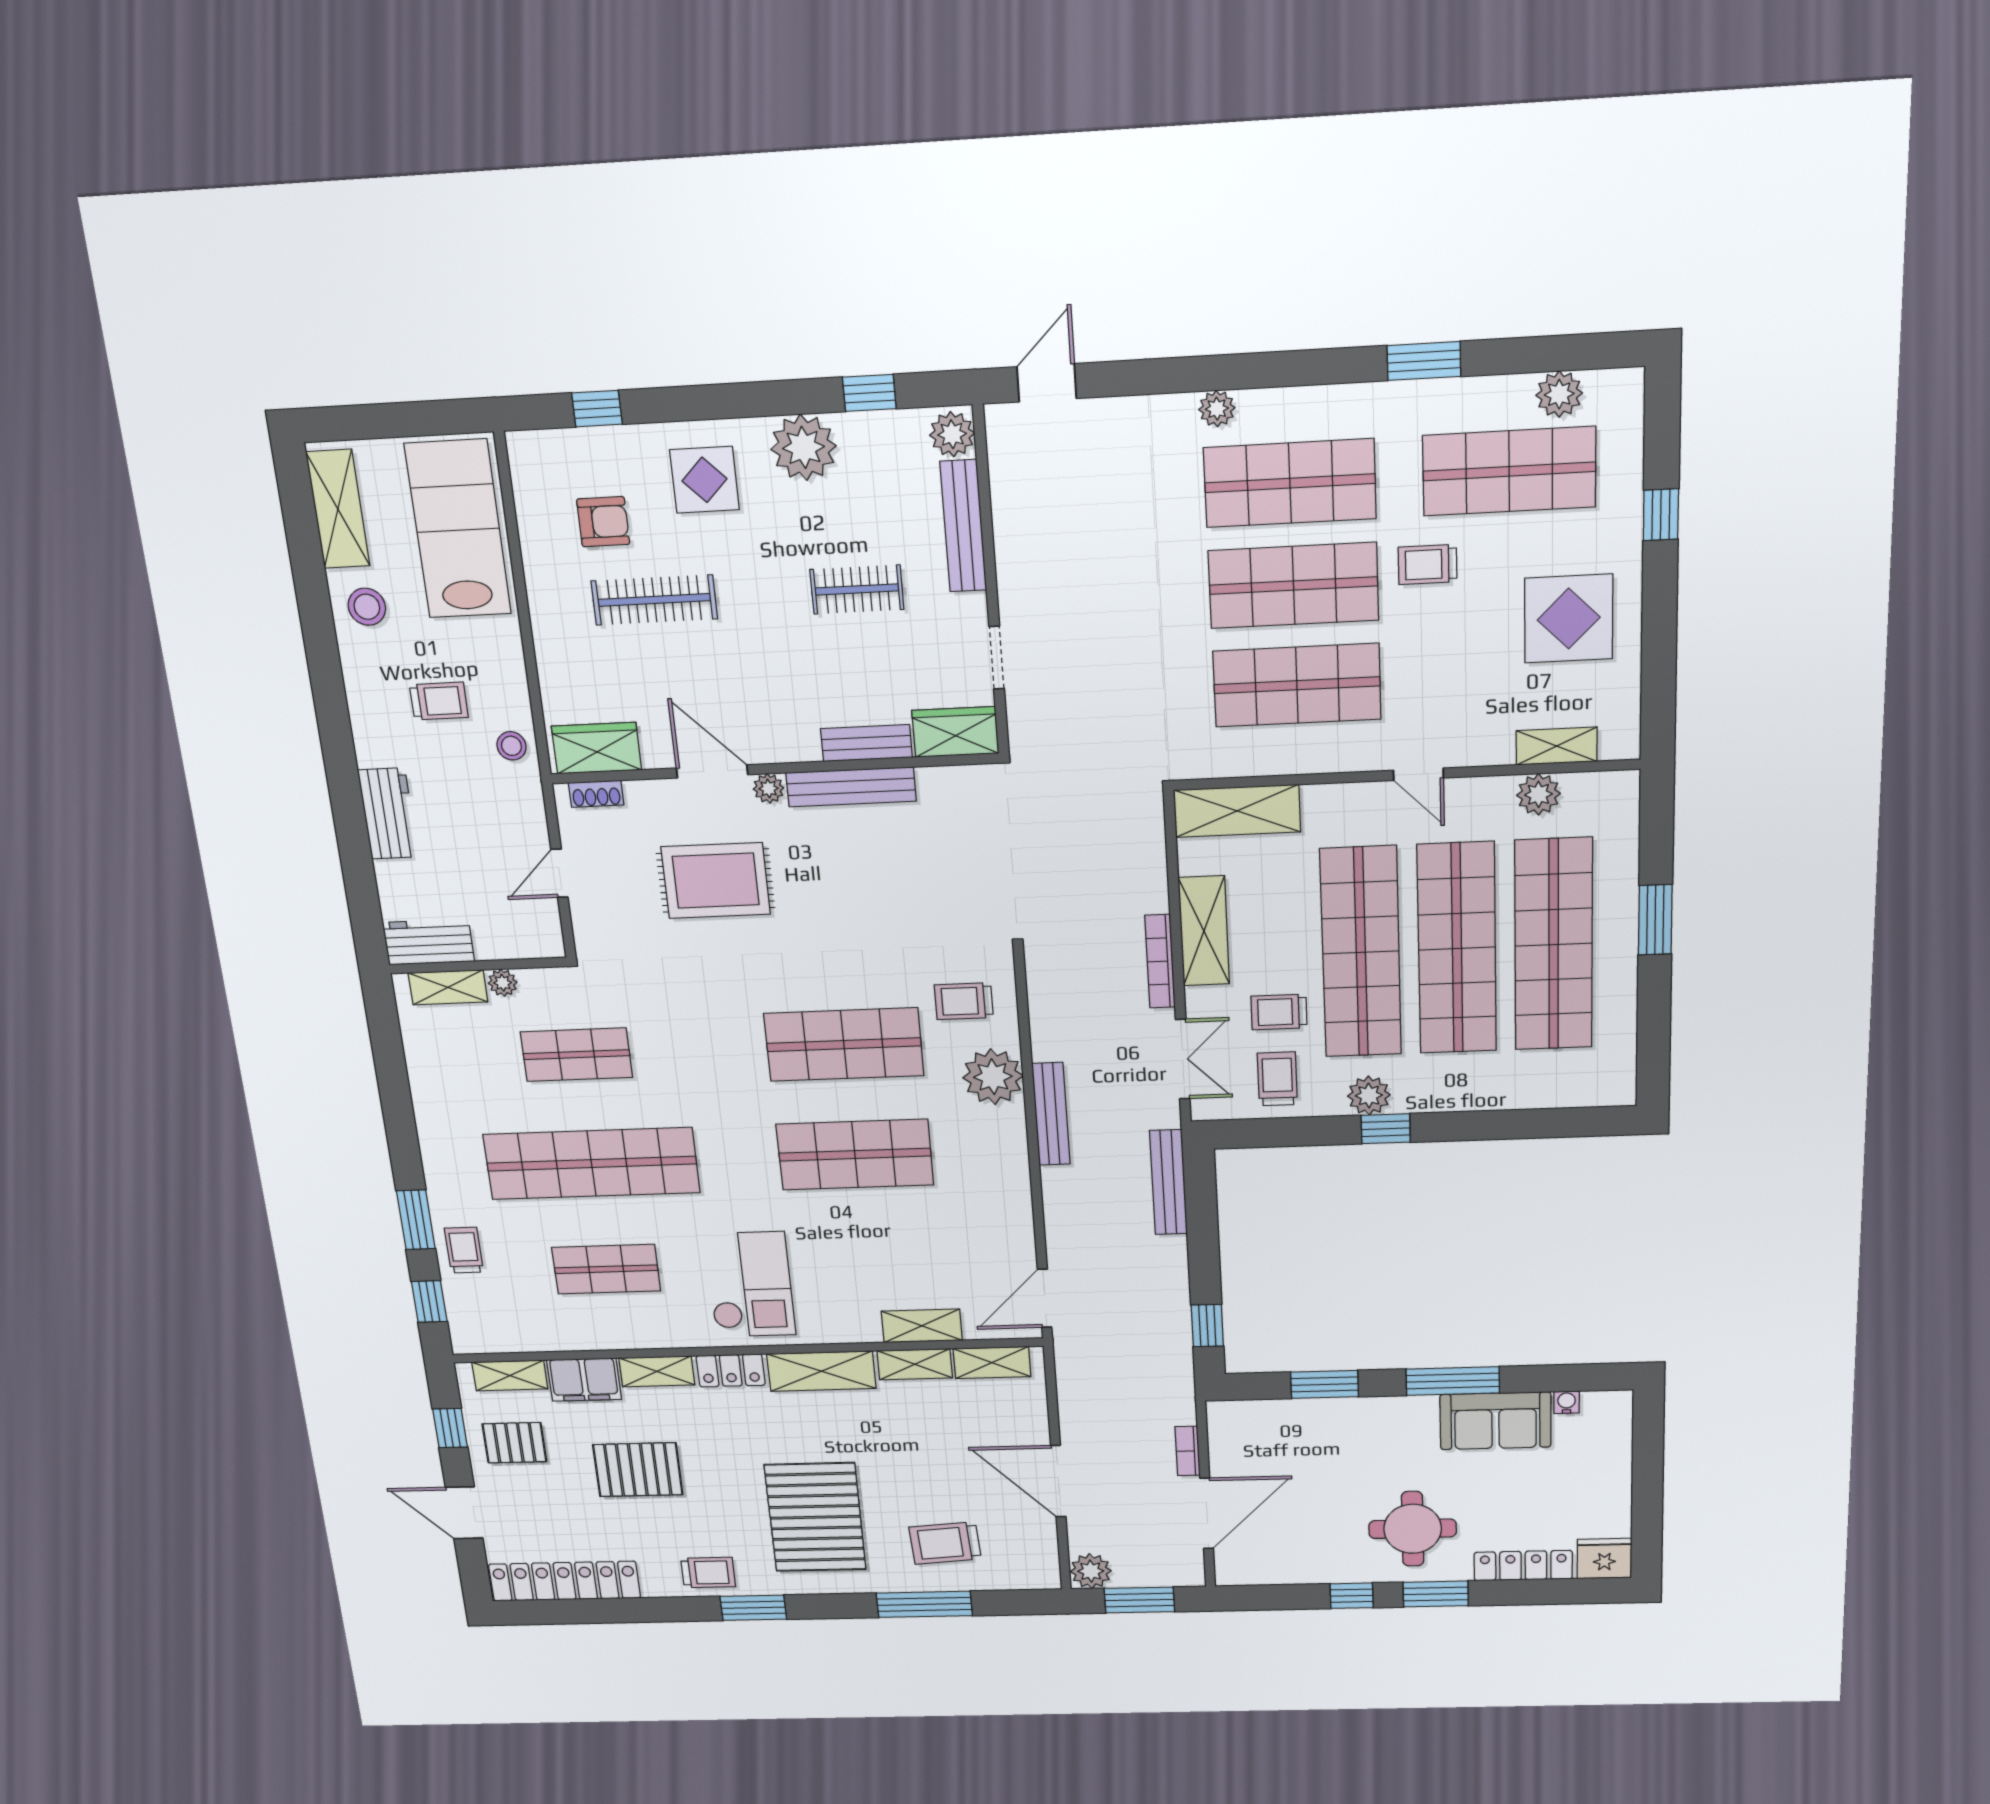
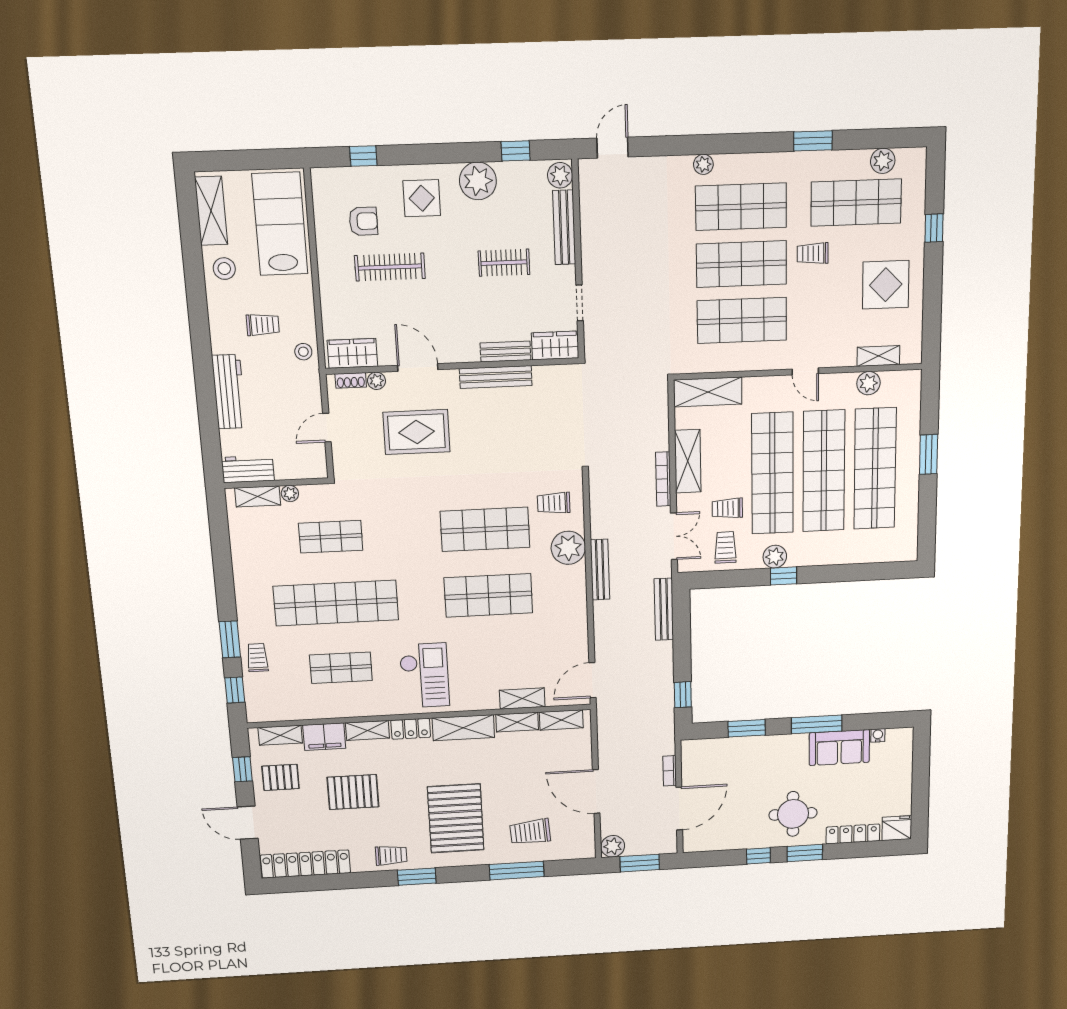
plant: (769, 788) -> (377, 381), moved
workbench: (388, 814) -> (229, 392), width x1.38

